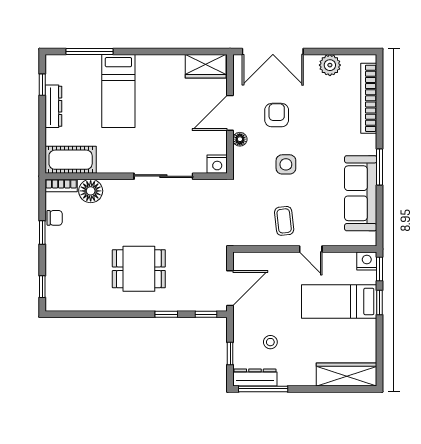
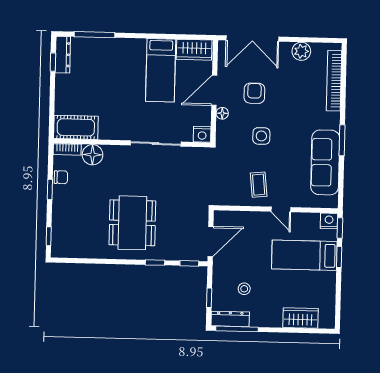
bed: (118, 91) -> (161, 70), moved
dresser: (53, 106) -> (63, 55), moved
dining table: (139, 269) -> (132, 223), width x1.38
wardrobe: (347, 374) -> (301, 318), width x0.67

